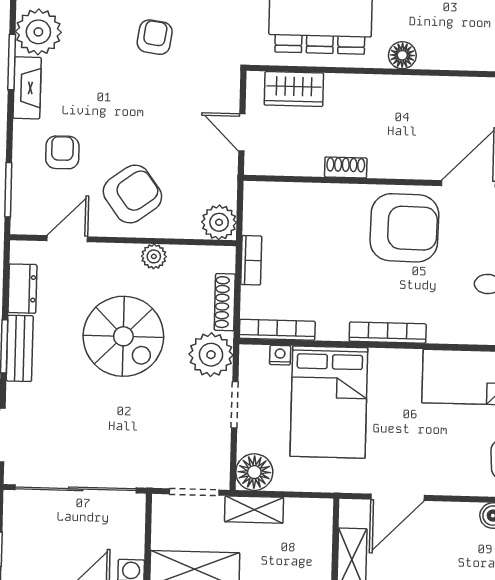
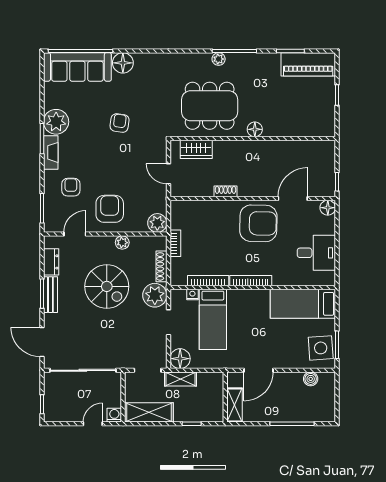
armchair: (132, 194) -> (110, 209), turned -54
bookcase: (277, 330) -> (208, 281), moved
bed: (329, 402) -> (213, 319), width x0.67

